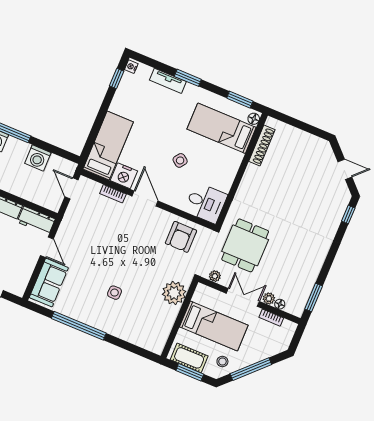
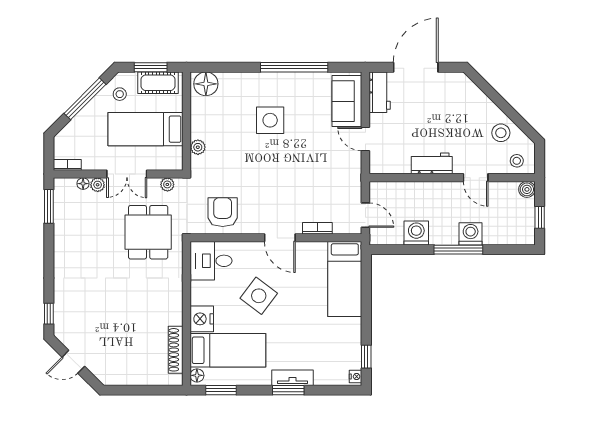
tv unit: (168, 81) -> (292, 378), moved
side table: (180, 160) -> (259, 296), width x1.87, depth x1.87
nightstand: (124, 176) -> (202, 319), moved, turned -90
workbench: (36, 221) -> (380, 92), moved, turned 90
side table: (115, 293) -> (270, 120), width x1.87, depth x1.87
plant: (174, 293) -> (198, 147), width x0.53, depth x0.53
bookcase: (271, 318) -> (67, 165), moved
floor lamp: (152, 342) -> (206, 84), added

